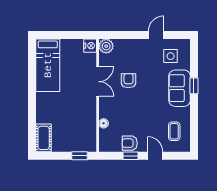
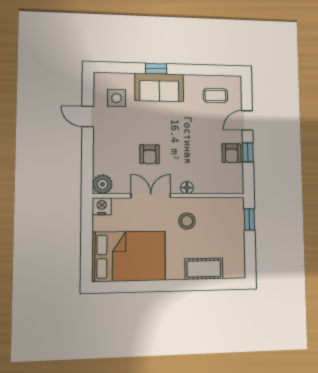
bed: (48, 65) -> (129, 256), width x1.50
armchair: (128, 81) -> (150, 154), turned -90
stool: (79, 108) -> (187, 221), added
floor lamp: (104, 123) -> (187, 188), moved
cot: (44, 138) -> (204, 269), moved

